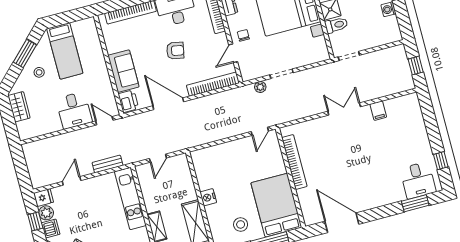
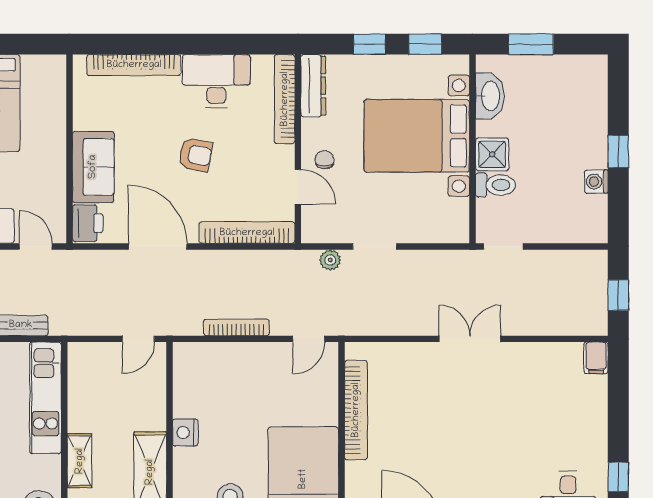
door: (233, 53) -> (298, 187), swing flipped
filing cabinet: (378, 111) -> (596, 358), moved
bookcase: (220, 135) -> (236, 327), added
door: (158, 158) -> (138, 339), moved

